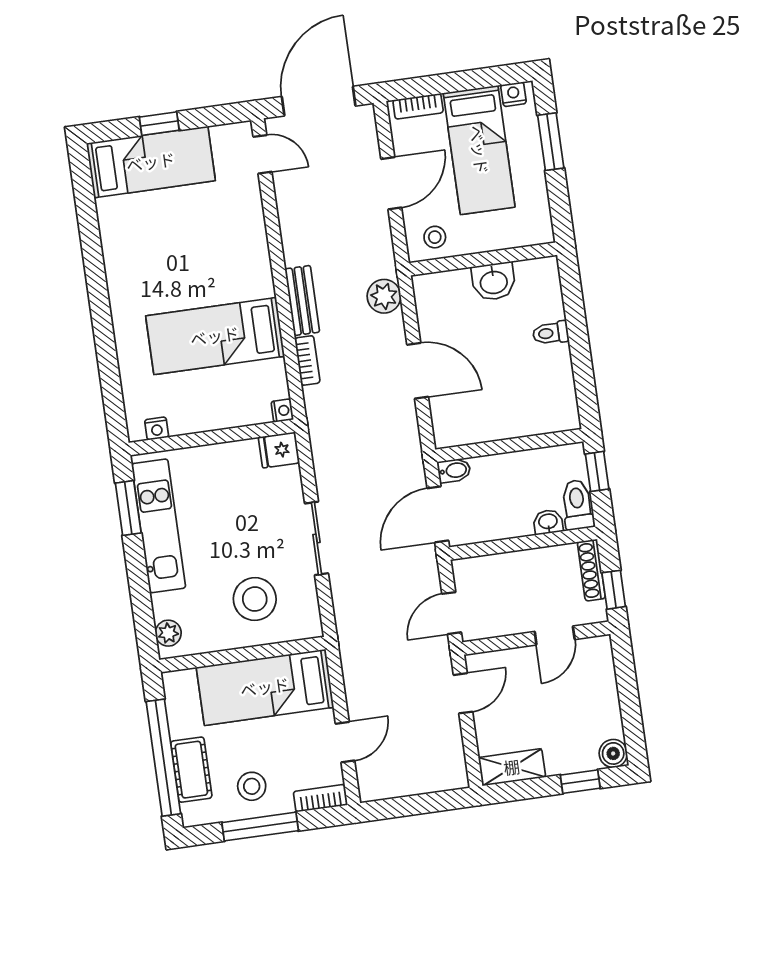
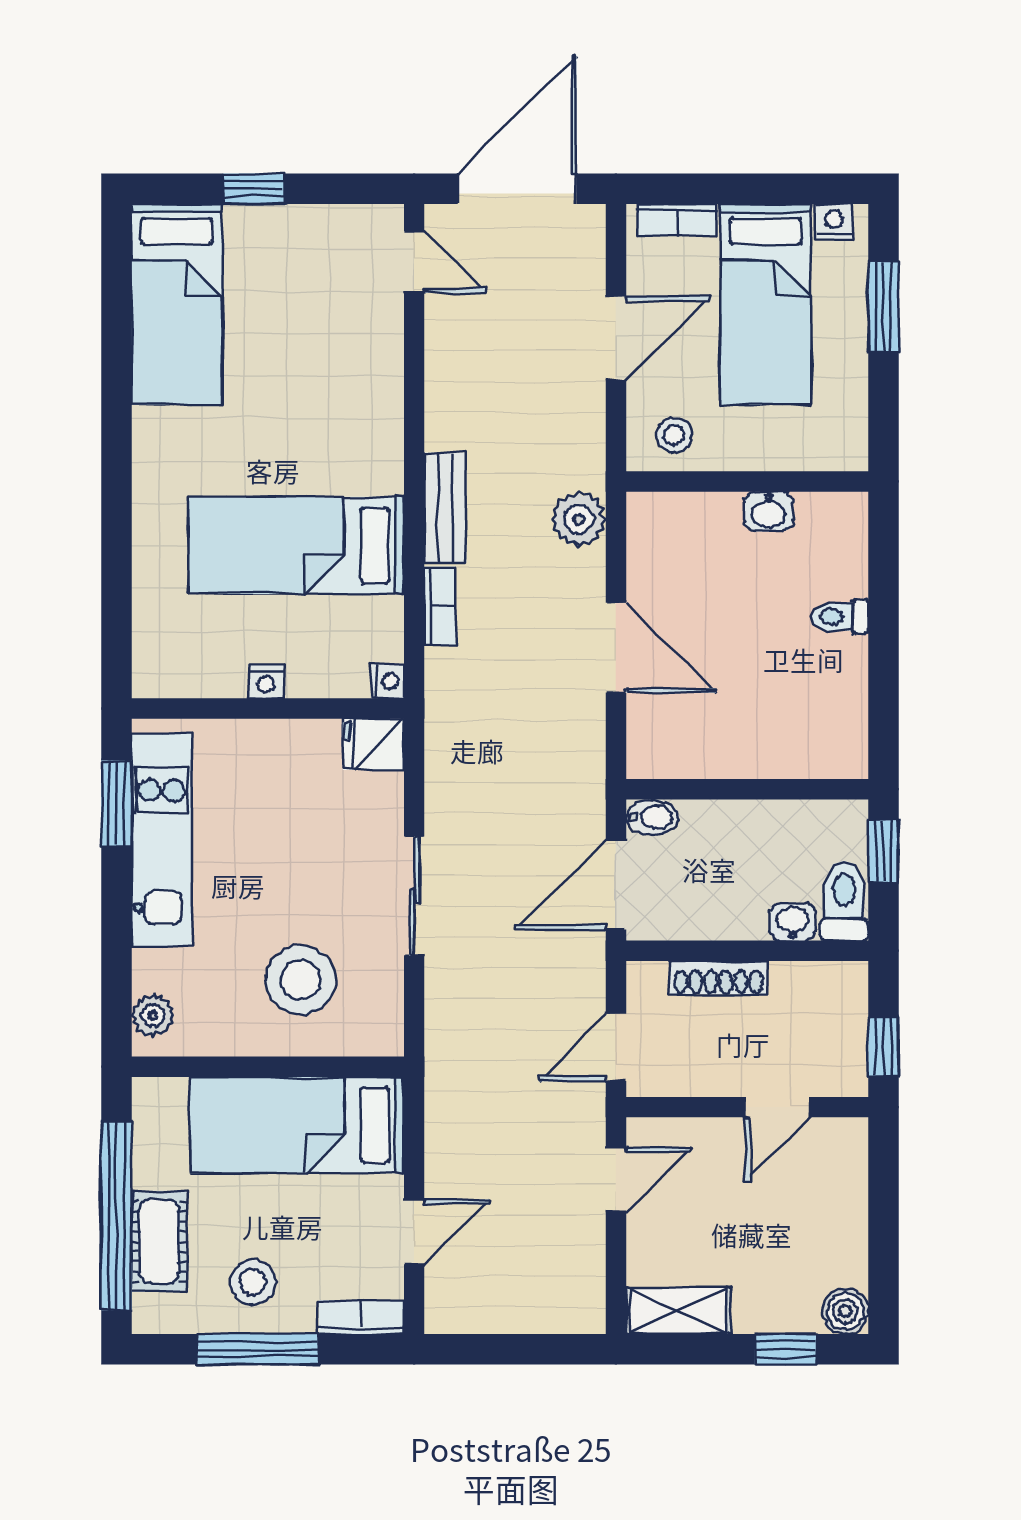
bed: (151, 162) -> (177, 304), moved, turned 90
washbasin: (494, 281) -> (769, 511), width x0.72, depth x0.69
nightstand: (157, 428) -> (266, 682), moved
shoe rack: (591, 570) -> (718, 977), moved, turned -90

